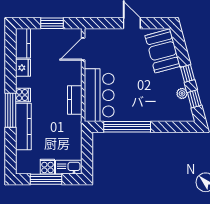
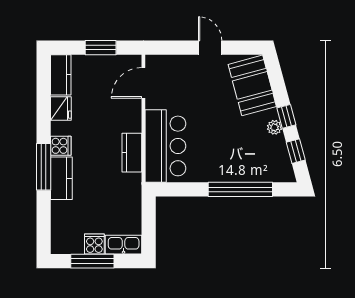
plant: (182, 93) -> (274, 127), moved
kitchen counter: (23, 126) -> (61, 178), width x0.67
window: (127, 127) -> (240, 189), moved

